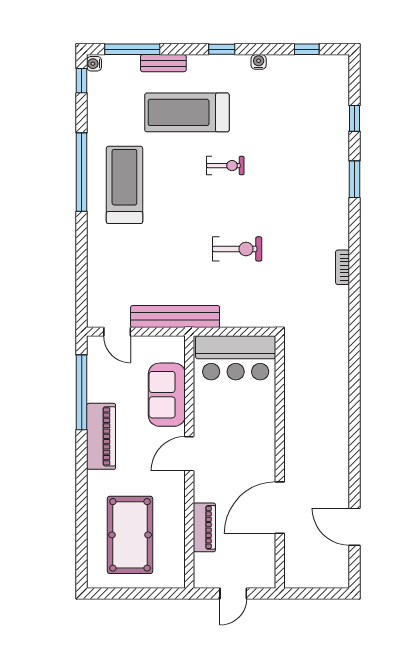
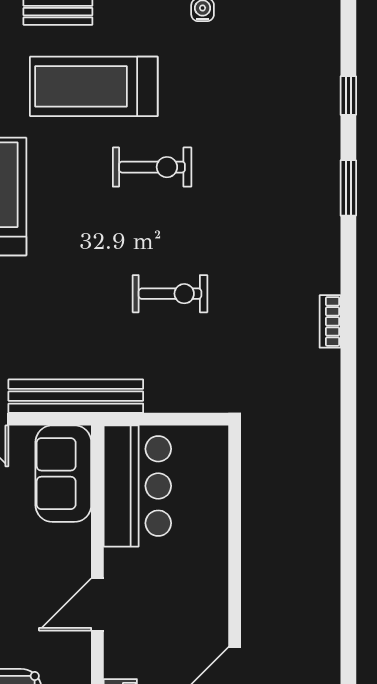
exercise bike: (225, 166) -> (152, 167), width x1.38, depth x1.39
bar counter: (236, 358) -> (137, 486), moved, turned -90
sofa: (167, 395) -> (63, 474), moved

